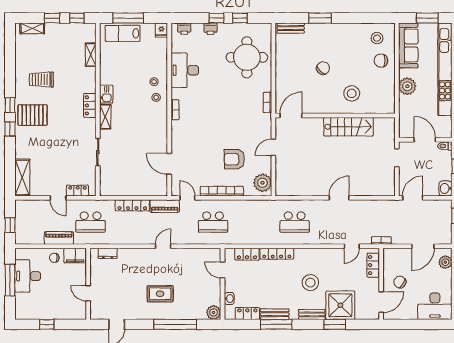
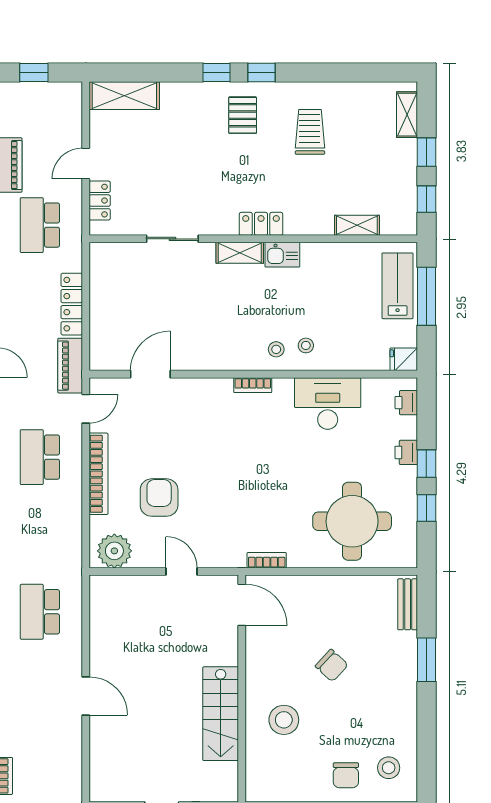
chair: (381, 61) -> (346, 775), turned 180
pallet: (33, 115) -> (243, 115), width x0.67, depth x0.71

